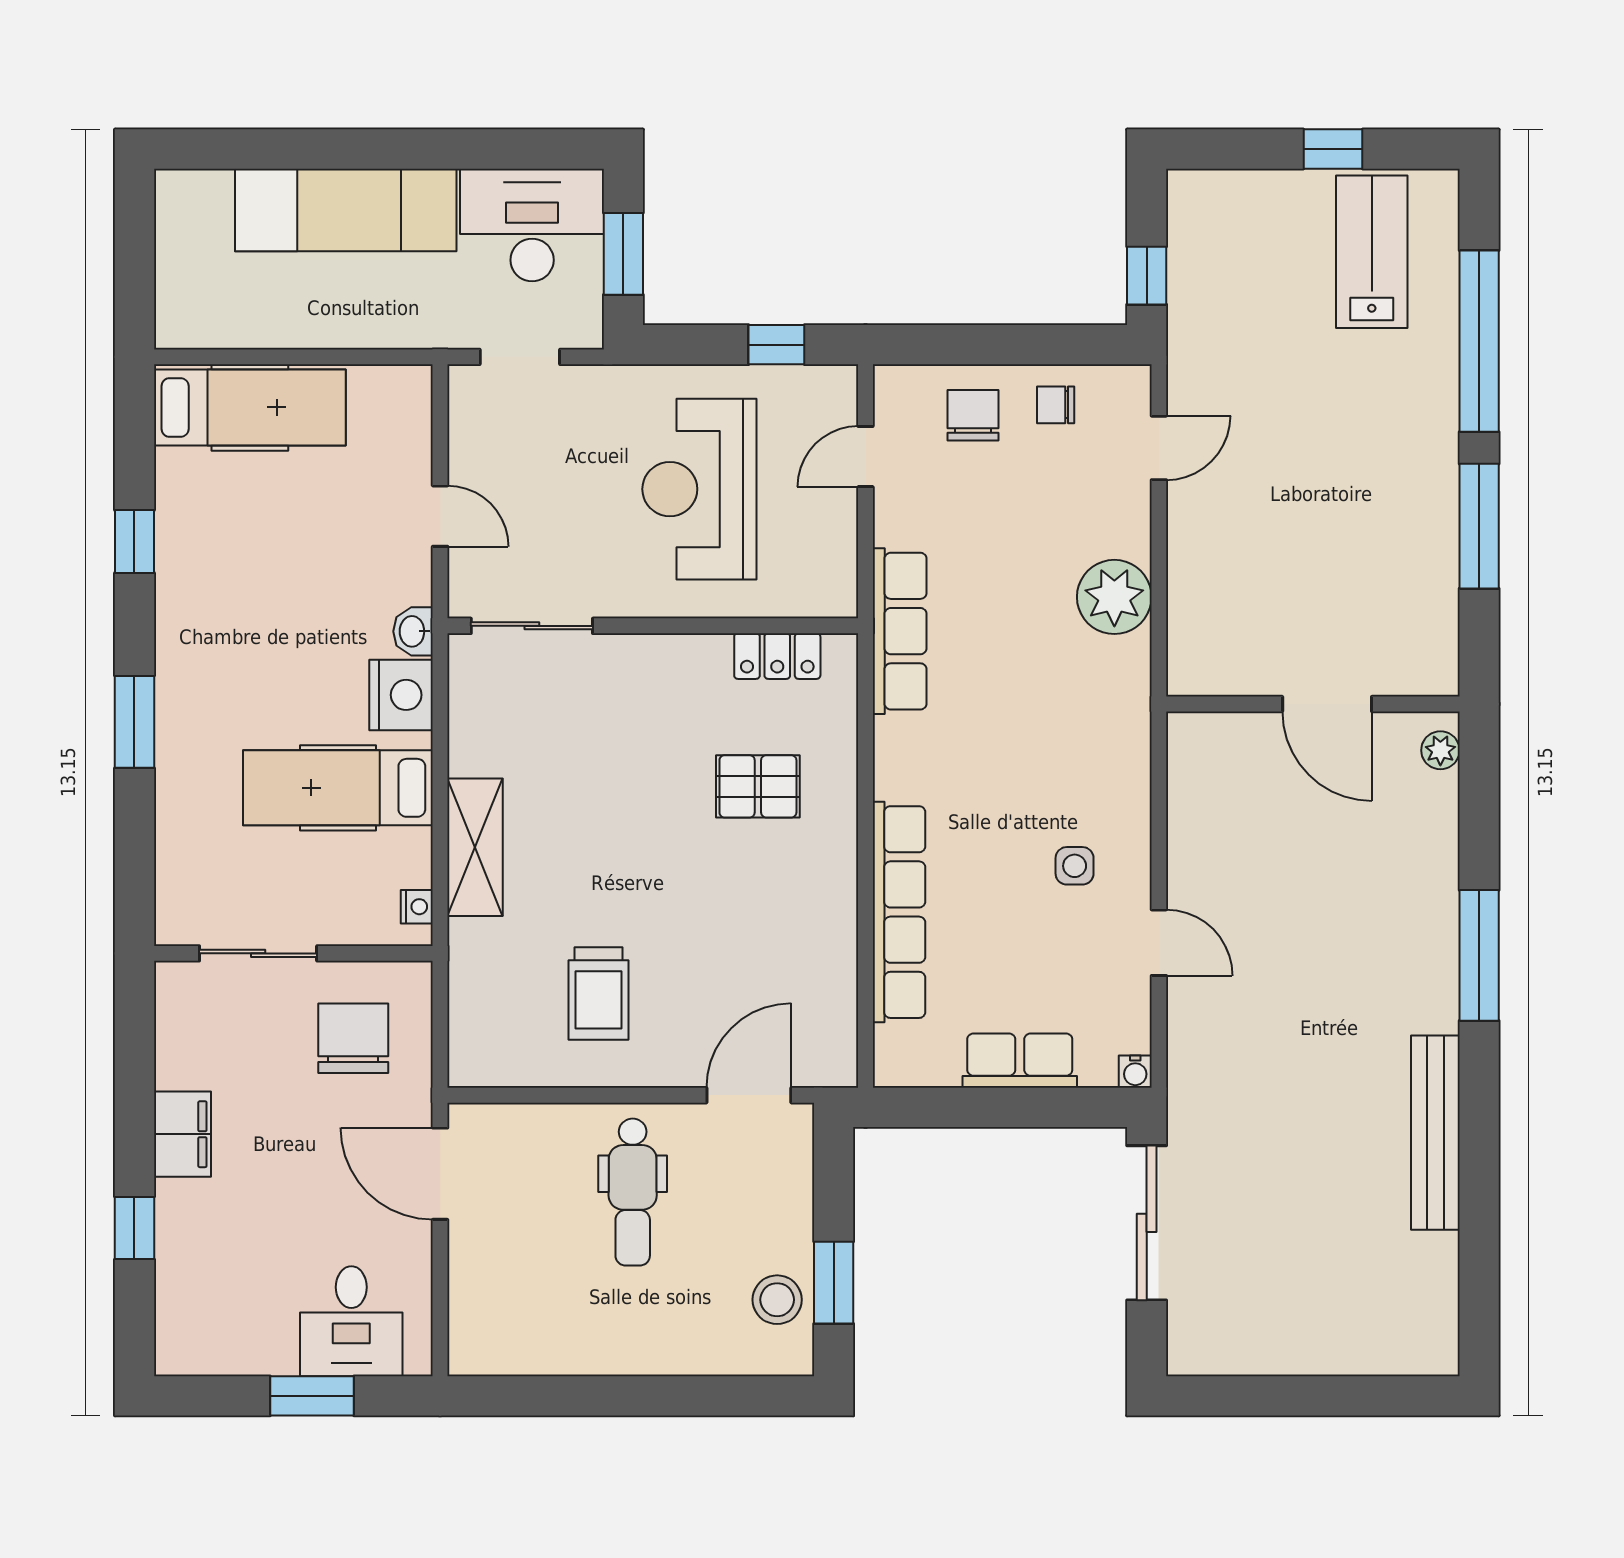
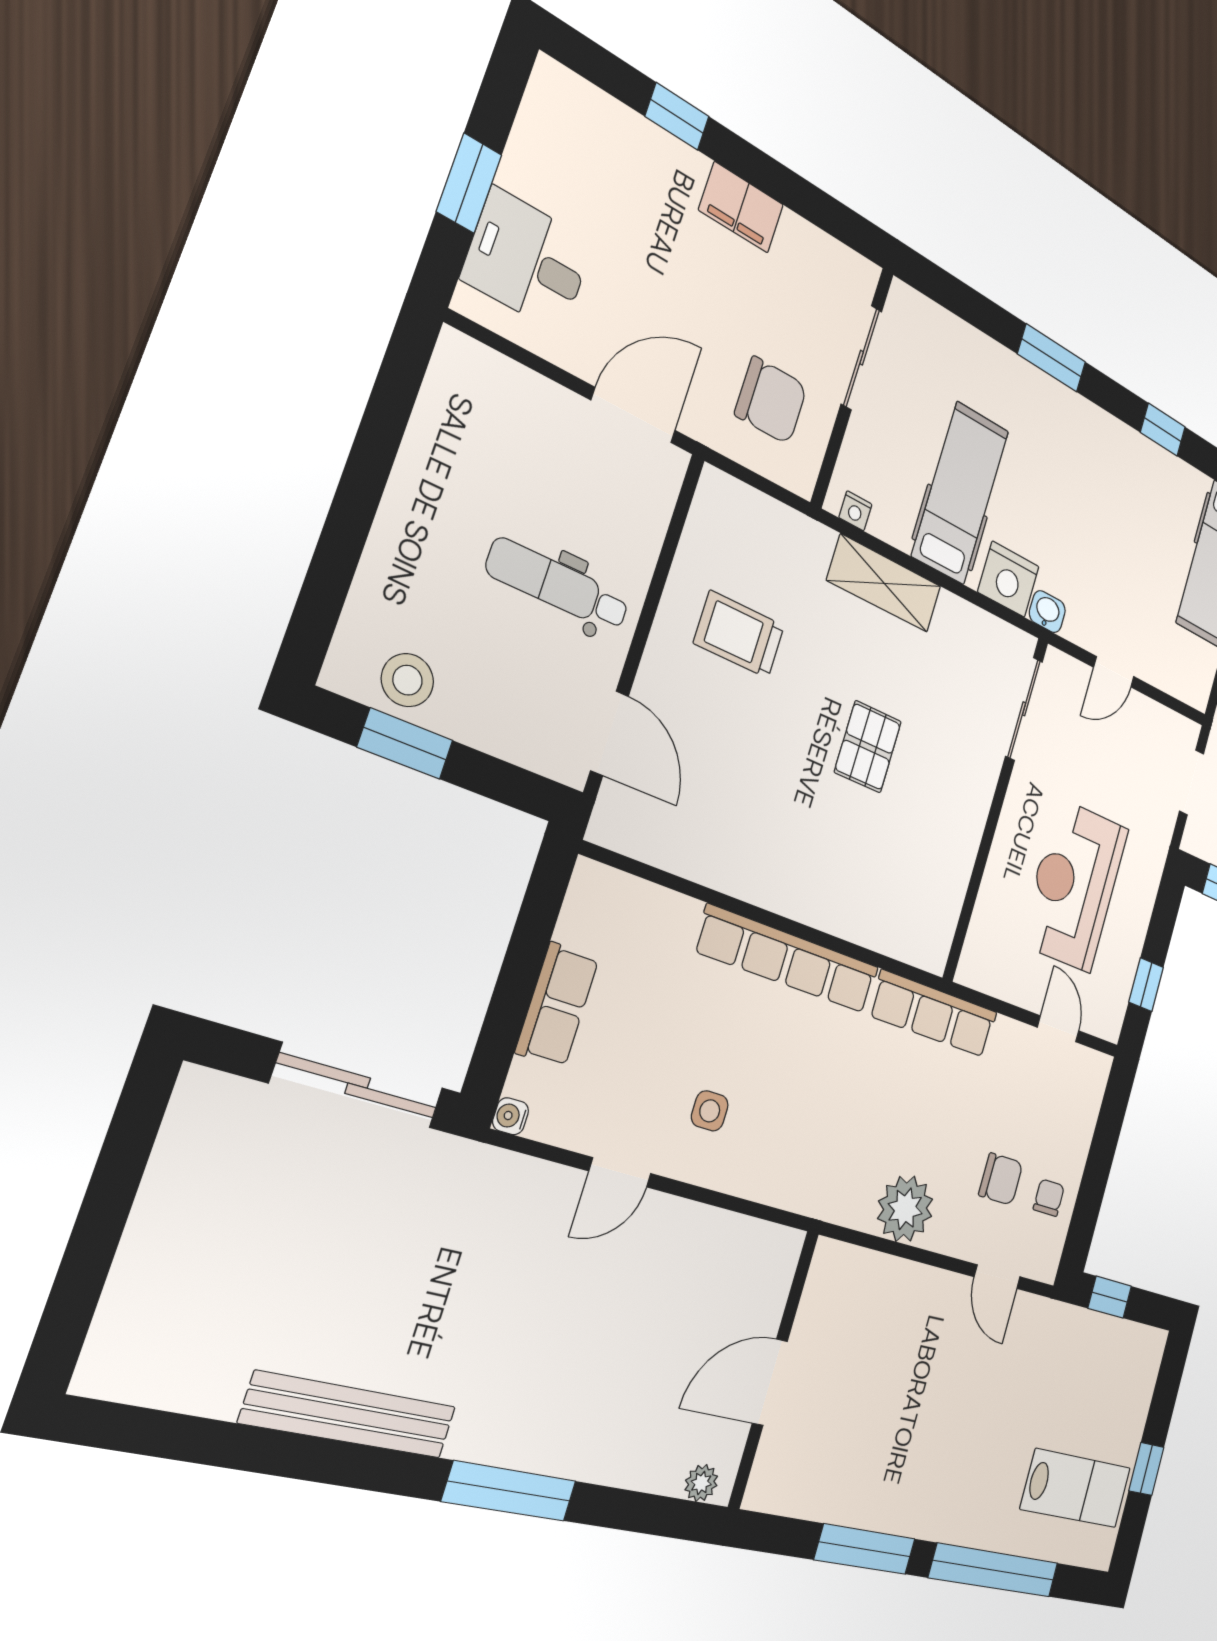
chair: (973, 415) -> (1001, 1179), moved
reception desk: (699, 489) -> (1074, 885), turned -90
locker: (777, 656) -> (946, 903), removed
pallet: (758, 786) -> (868, 747), moved
row of seats: (899, 912) -> (788, 959), moved

